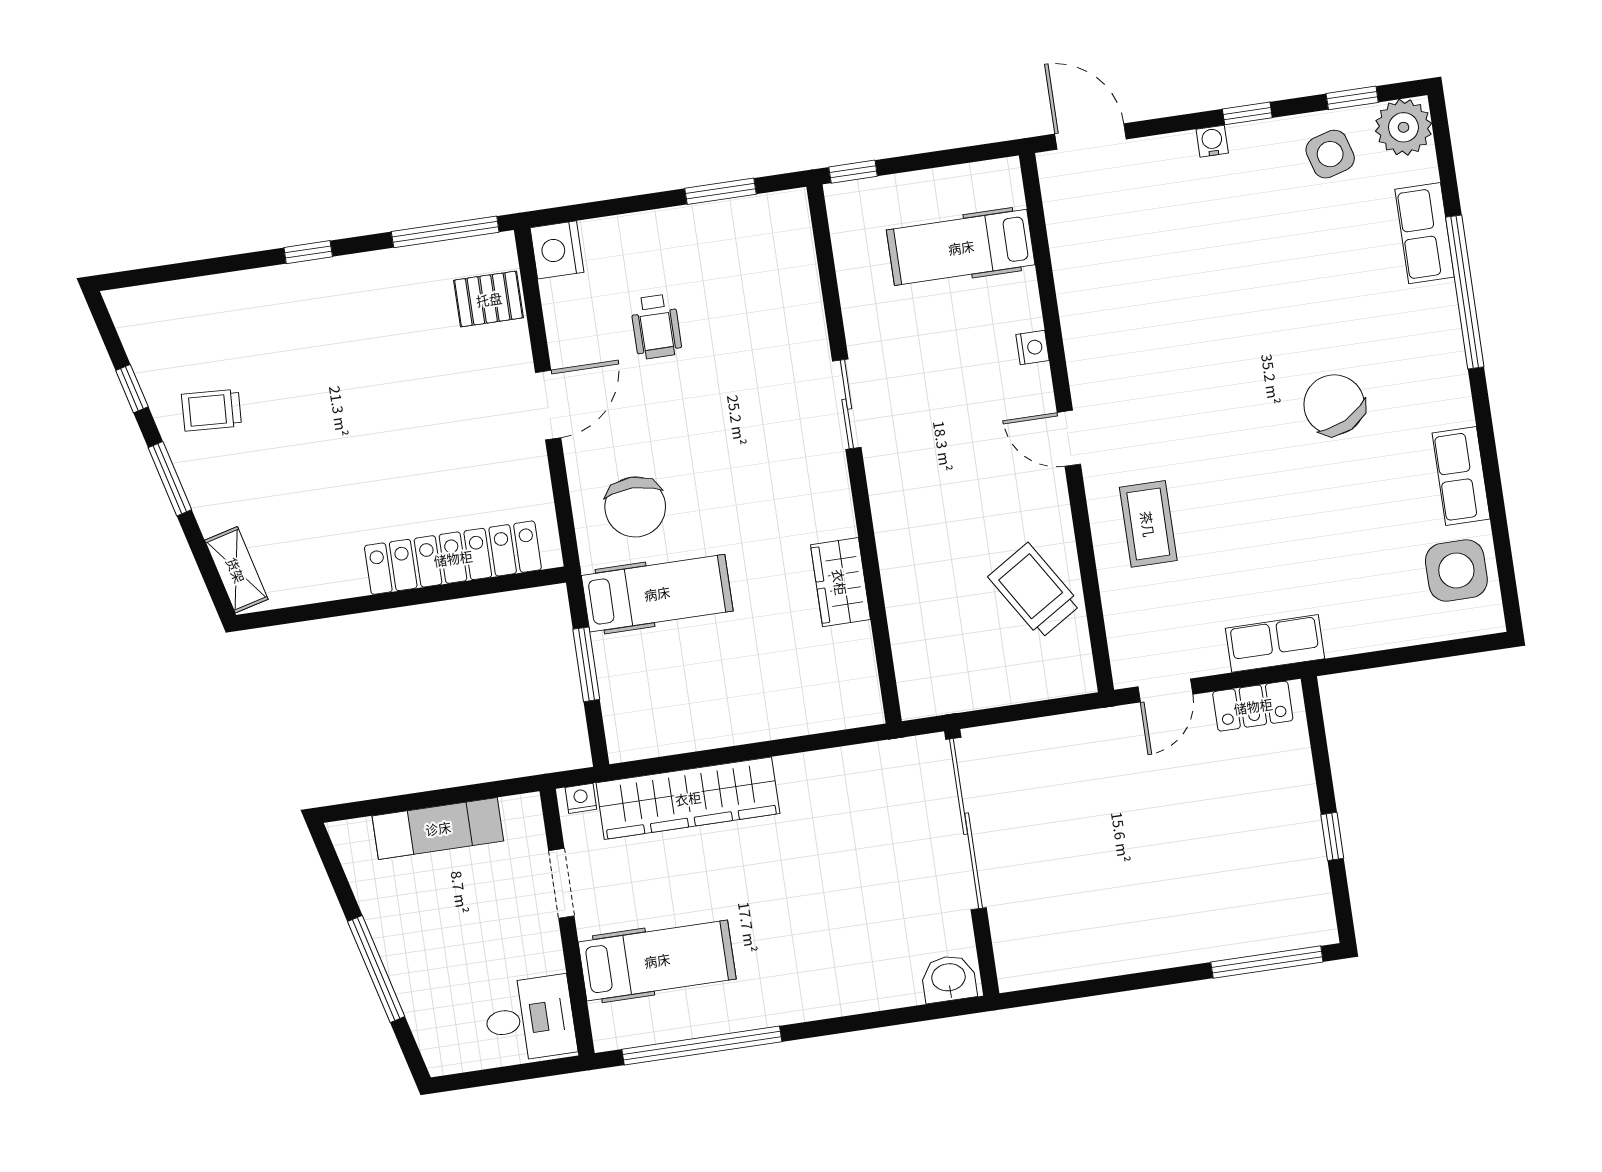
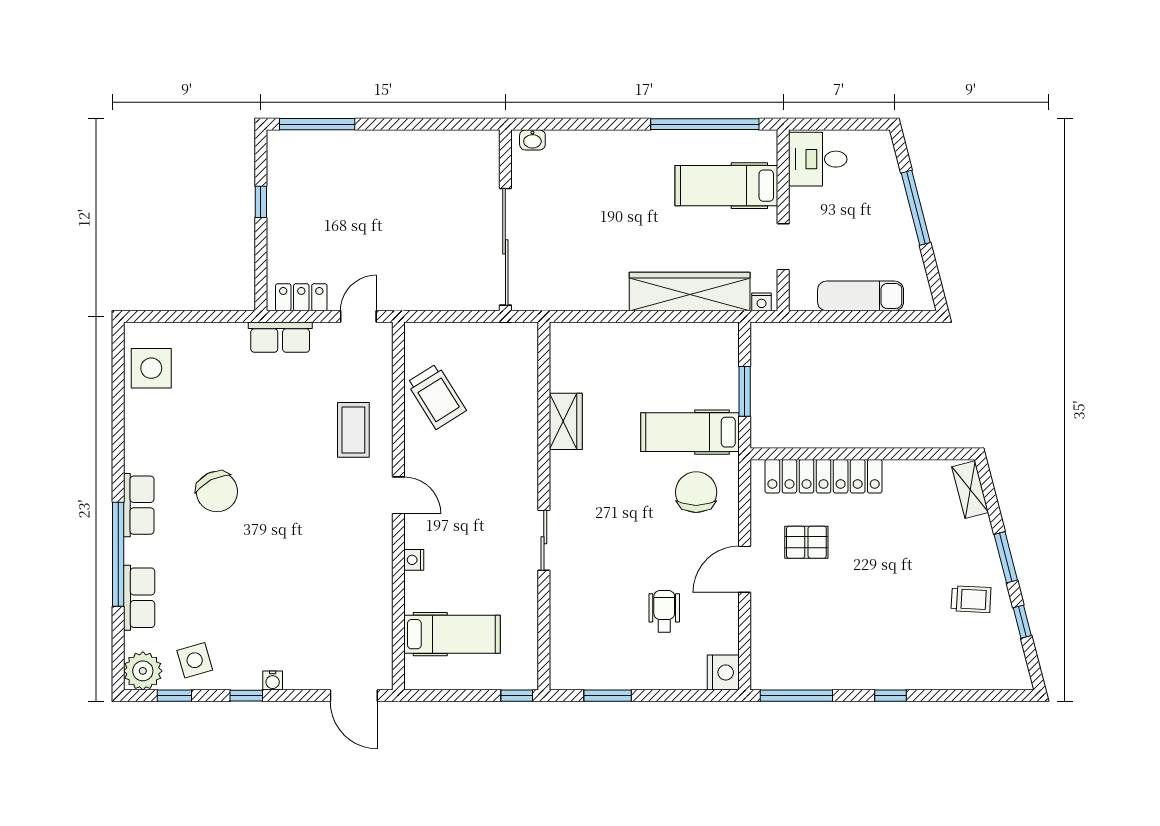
pallet: (489, 299) -> (806, 542), moved
row of seats: (1461, 476) -> (139, 505), moved
washbasin: (949, 979) -> (532, 140), width x0.72, depth x0.69

